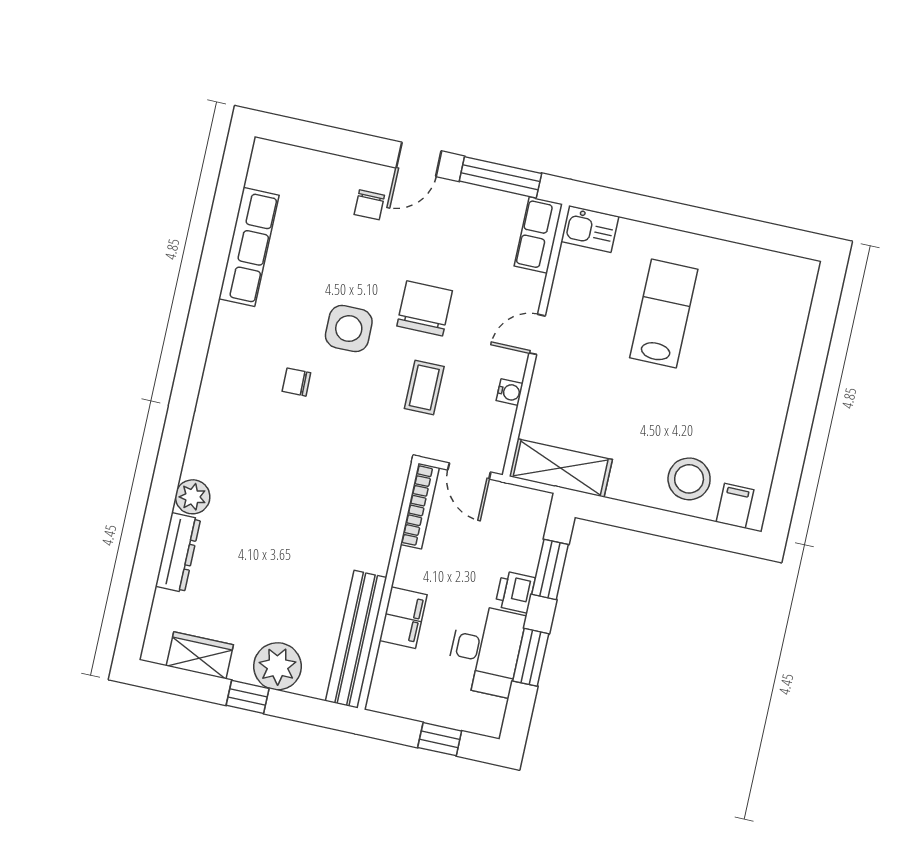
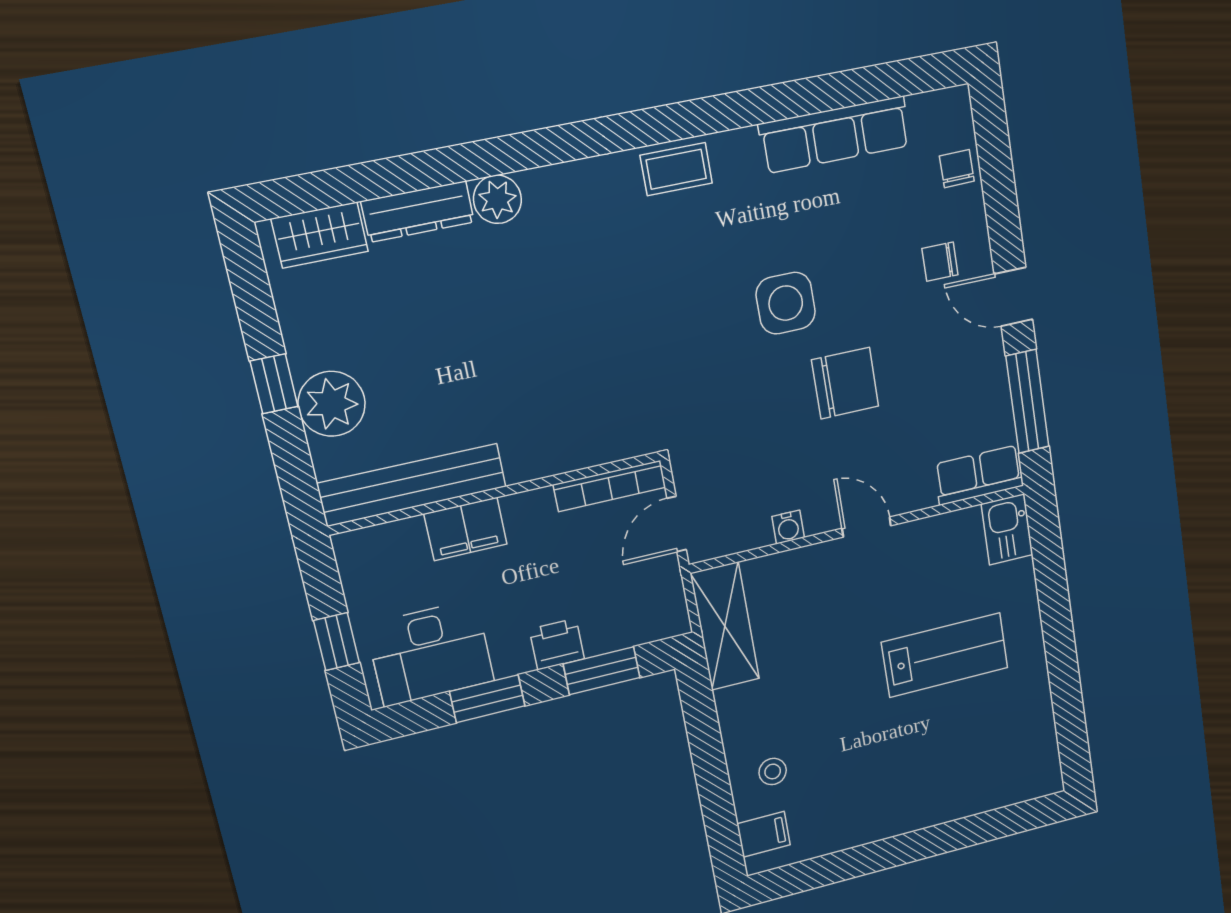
chair: (296, 382) -> (957, 169), moved
coffee table: (424, 388) -> (676, 169), moved
stool: (689, 479) -> (773, 771), width x0.53, depth x0.53
desk: (485, 650) -> (430, 653), moved
wardrobe: (200, 655) -> (320, 235), moved, turned 90

